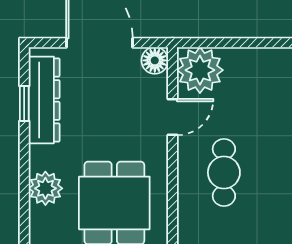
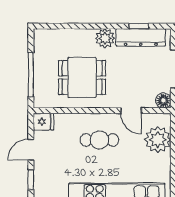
plant: (200, 70) -> (158, 140), moved
plant: (45, 188) -> (105, 38), moved

